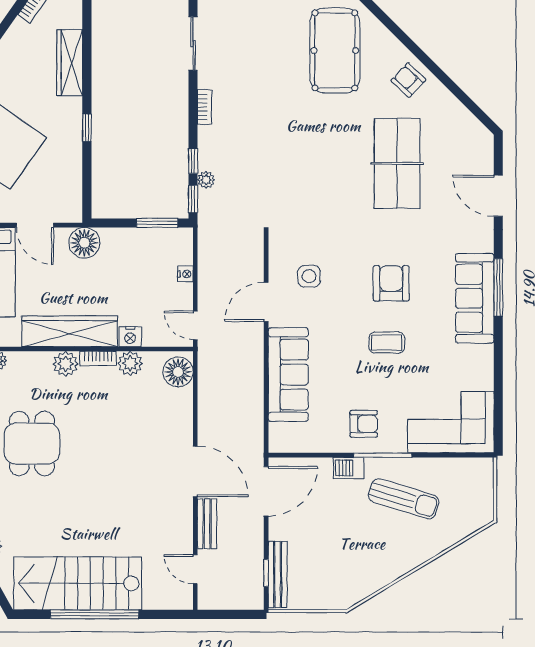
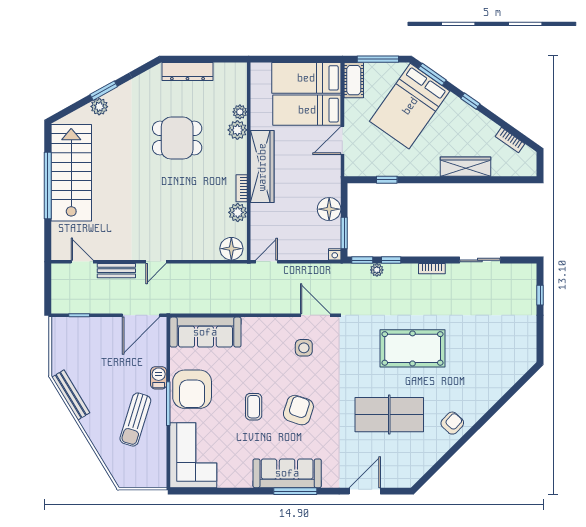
pool table: (335, 50) -> (413, 348), moved
window: (87, 128) -> (387, 180), moved
floor lamp: (84, 243) -> (329, 209), moved
nightstand: (186, 274) -> (335, 254), moved
armchair: (391, 283) -> (298, 410), turned -72
door: (266, 302) -> (315, 315), moved
nightstand: (130, 337) -> (258, 212), removed
plant: (66, 364) -> (237, 130), moved
sofa: (288, 375) -> (205, 332), moved
armchair: (364, 424) -> (192, 389), width x1.88, depth x1.88
door: (195, 471) -> (156, 262), width x0.53
door: (266, 491) -> (141, 315), hinge flipped
door: (195, 569) -> (82, 262), hinge flipped
bench: (278, 575) -> (71, 395), moved, turned 59

